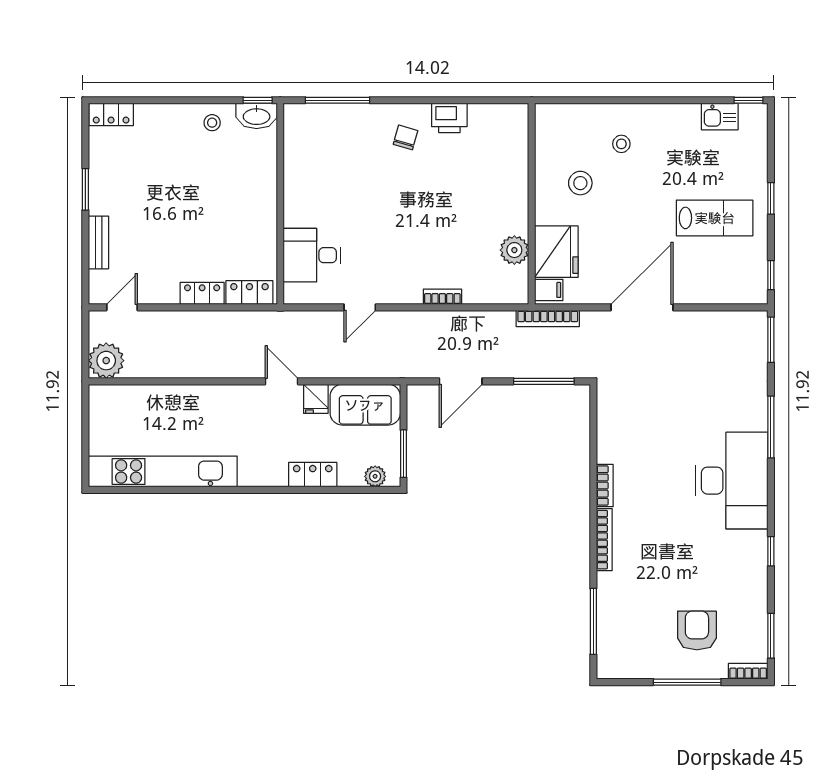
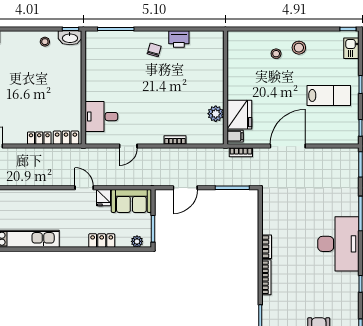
kitchen sink: (720, 117) -> (351, 48), moved, turned 90
stool: (580, 183) -> (299, 48), moved
bookcase: (548, 318) -> (241, 152), width x0.64

